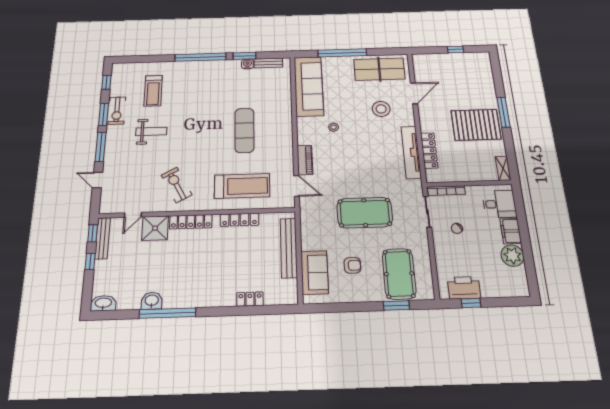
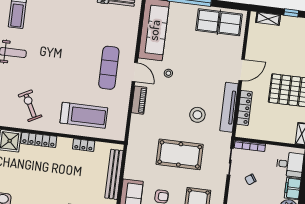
shelving: (432, 58) -> (268, 19), added
door: (414, 93) -> (242, 70), moved
stool: (381, 109) -> (197, 115), moved
exercise mat: (244, 130) -> (109, 68), moved
door: (297, 186) -> (135, 72), moved
locker: (240, 220) -> (84, 145), width x0.66

